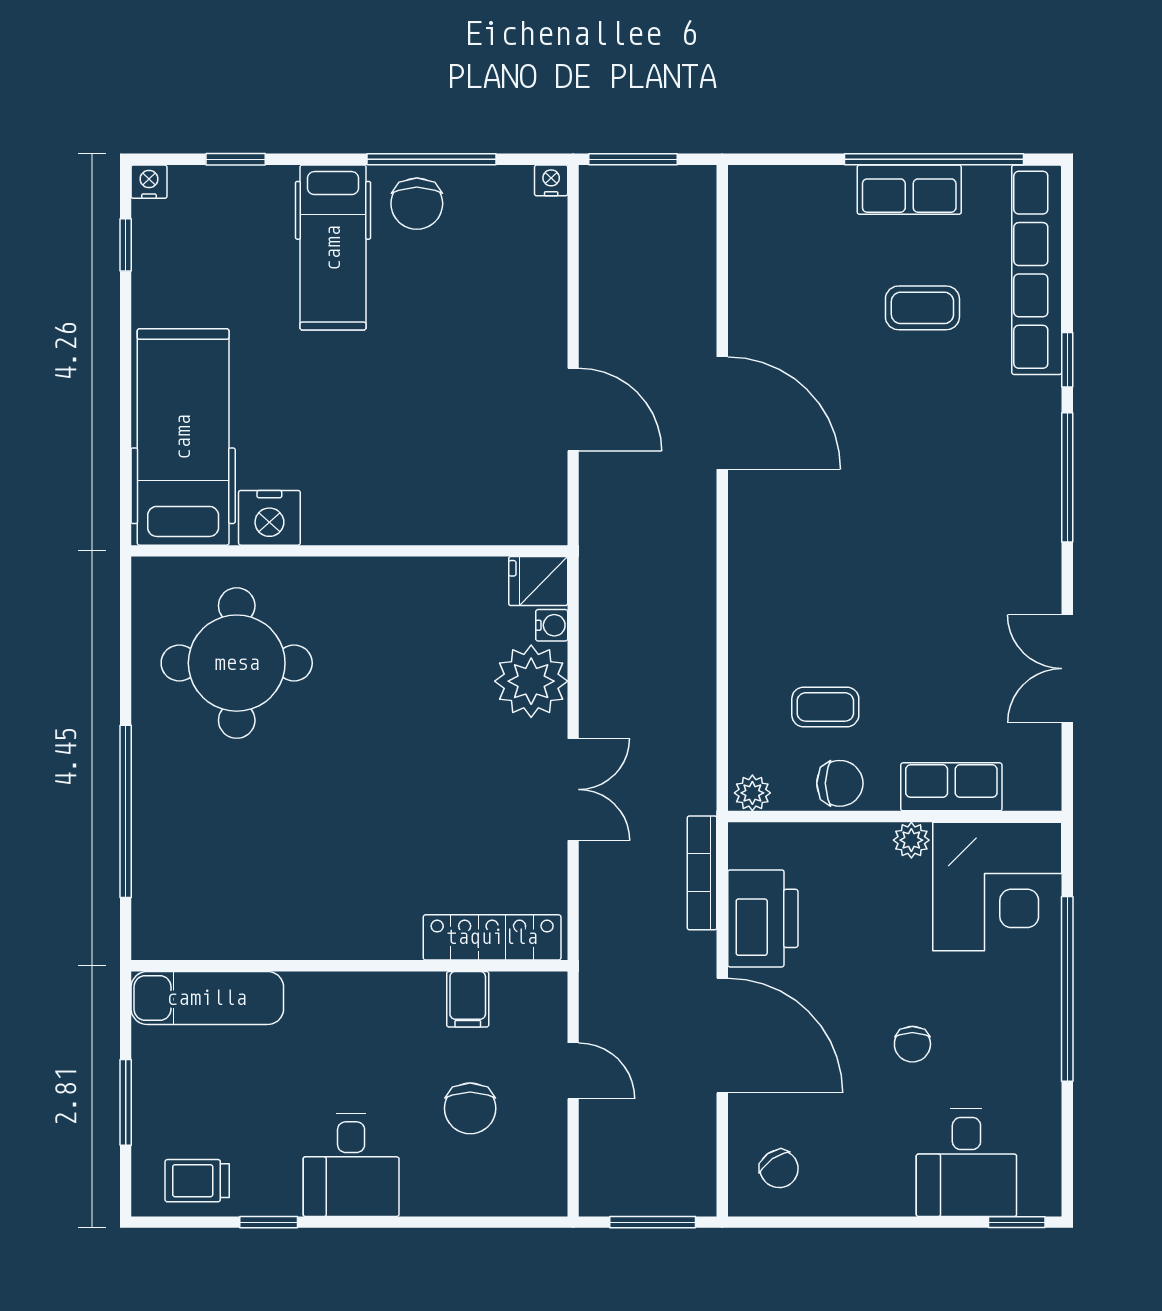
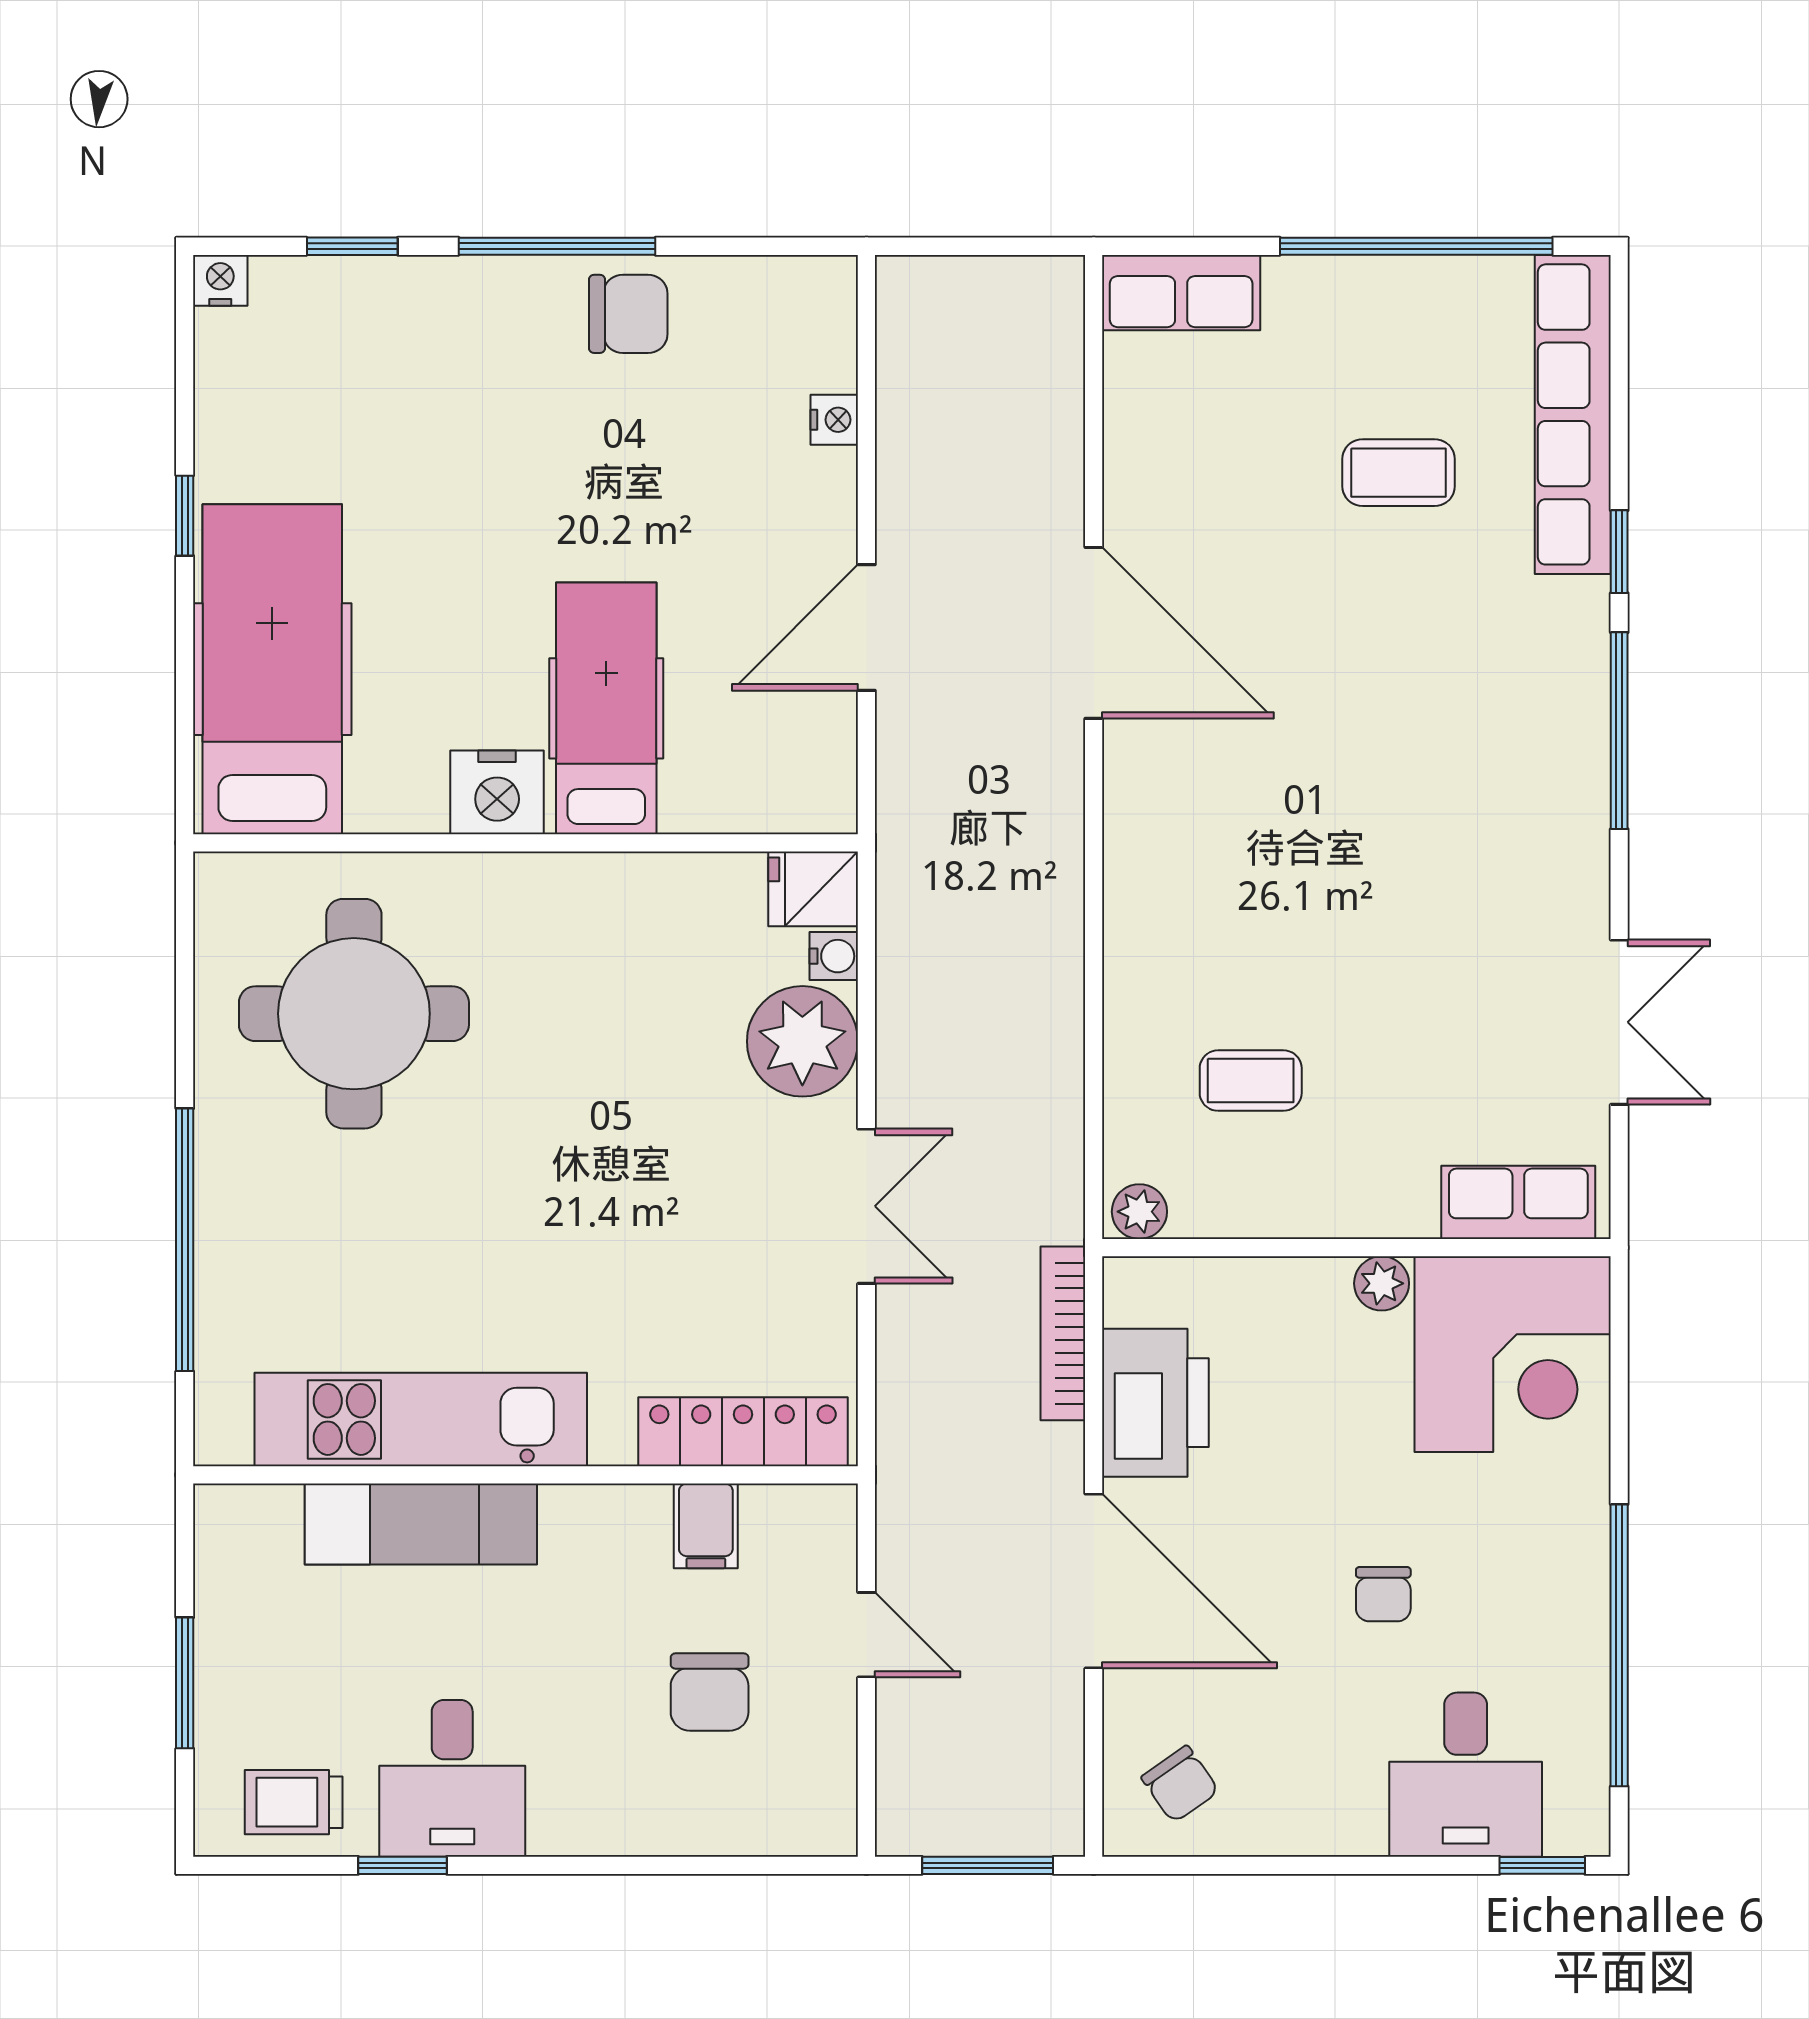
window: (431, 159) -> (557, 246), moved
window: (633, 159) -> (958, 246), removed
nightstand: (551, 180) -> (834, 420), moved, turned 90
row of seats: (909, 190) -> (1181, 293), moved
chair: (417, 204) -> (628, 314), turned -90
window: (126, 245) -> (185, 516), moved
hospital bed: (333, 248) -> (606, 708), moved, turned 180
door: (573, 410) -> (866, 627), swing flipped
nightstand: (269, 518) -> (497, 792), moved
double door: (1067, 669) -> (1619, 1022), swing flipped
chair: (840, 783) -> (1273, 1197), removed
row of seats: (951, 787) -> (1518, 1202), moved
kitchen unit: (281, 929) -> (421, 1419), added
window: (1067, 989) -> (1619, 1645), moved
exam couch: (207, 998) -> (421, 1524), moved
desk: (351, 1165) -> (452, 1778), moved

